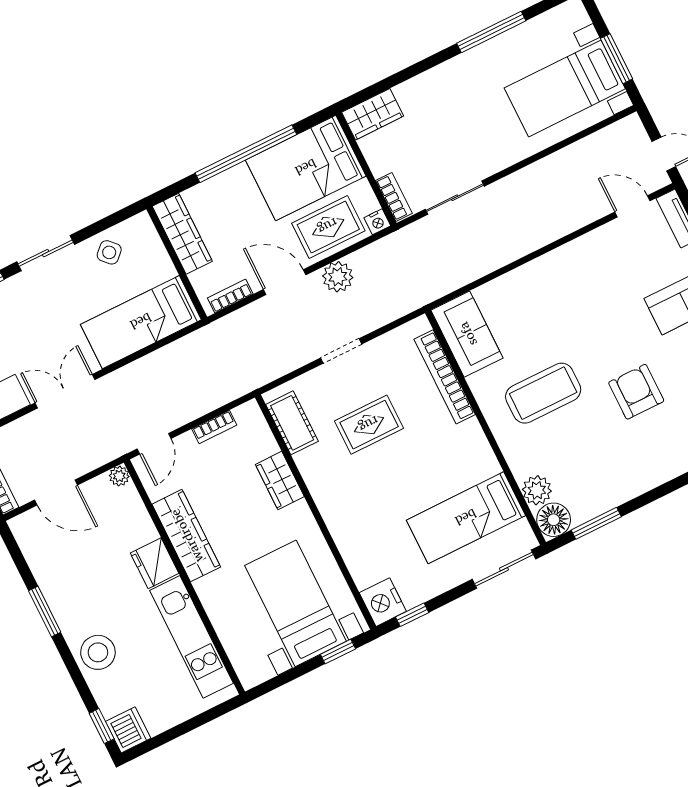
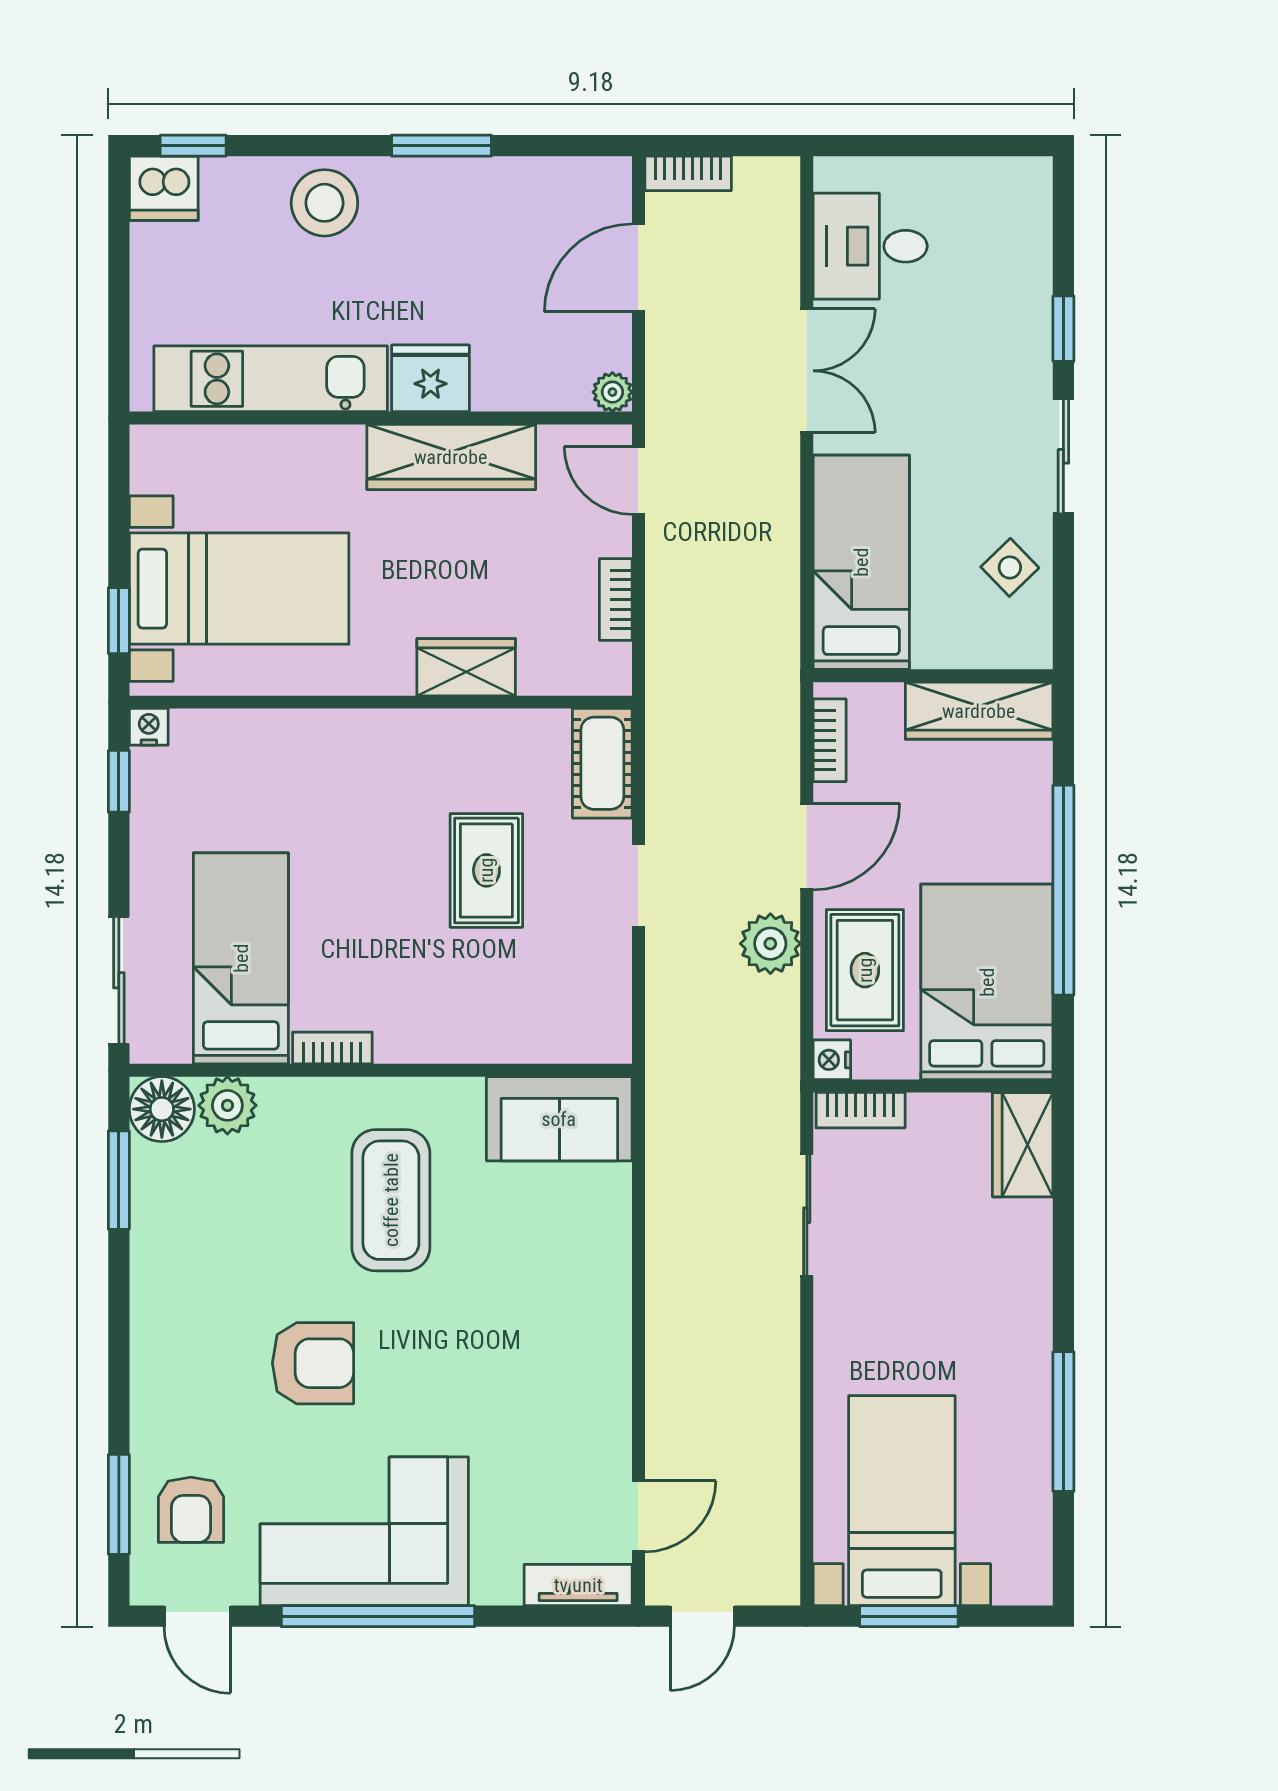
bookcase: (445, 377) -> (332, 1048), moved, width x0.43, depth x0.76
cot: (292, 423) -> (602, 763), moved, turned 90
nightstand: (383, 602) -> (149, 727), width x0.53, depth x0.56

